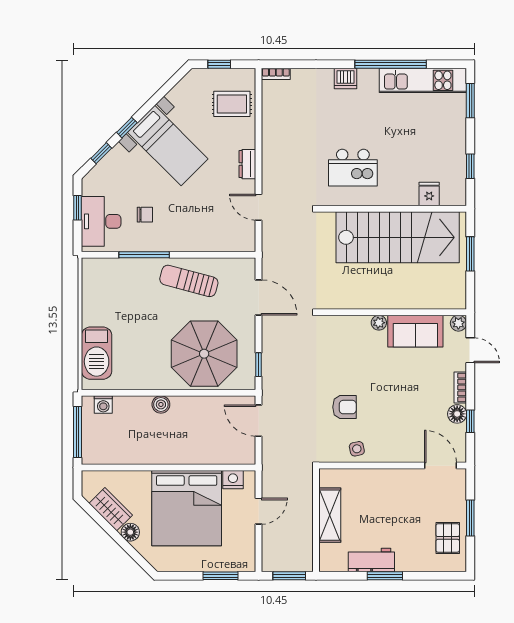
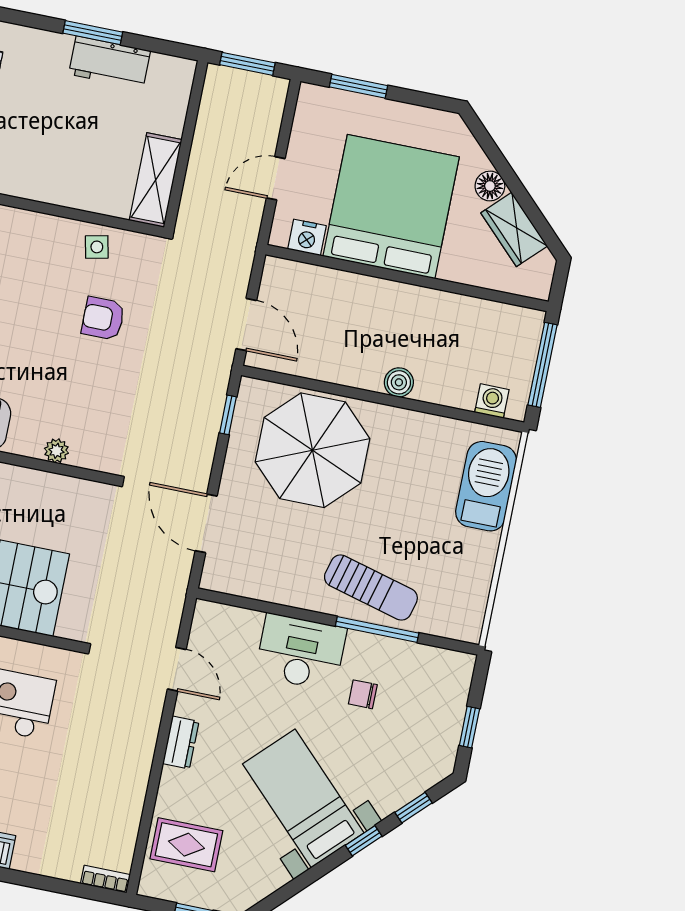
desk: (101, 221) -> (301, 652), moved, turned -90
sun lounger: (189, 281) -> (371, 587), moved
plant: (379, 323) -> (56, 451), moved
shelving: (330, 515) -> (156, 180), moved

